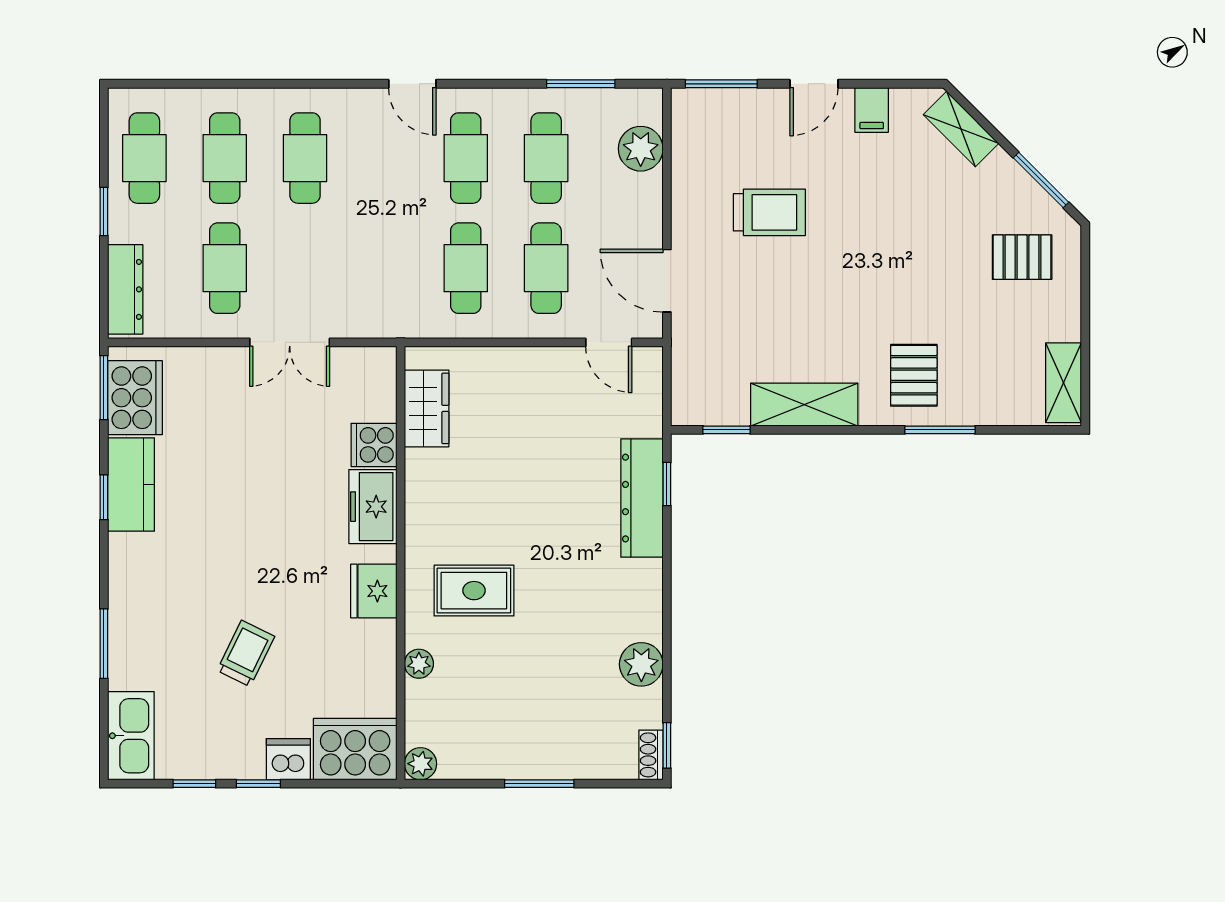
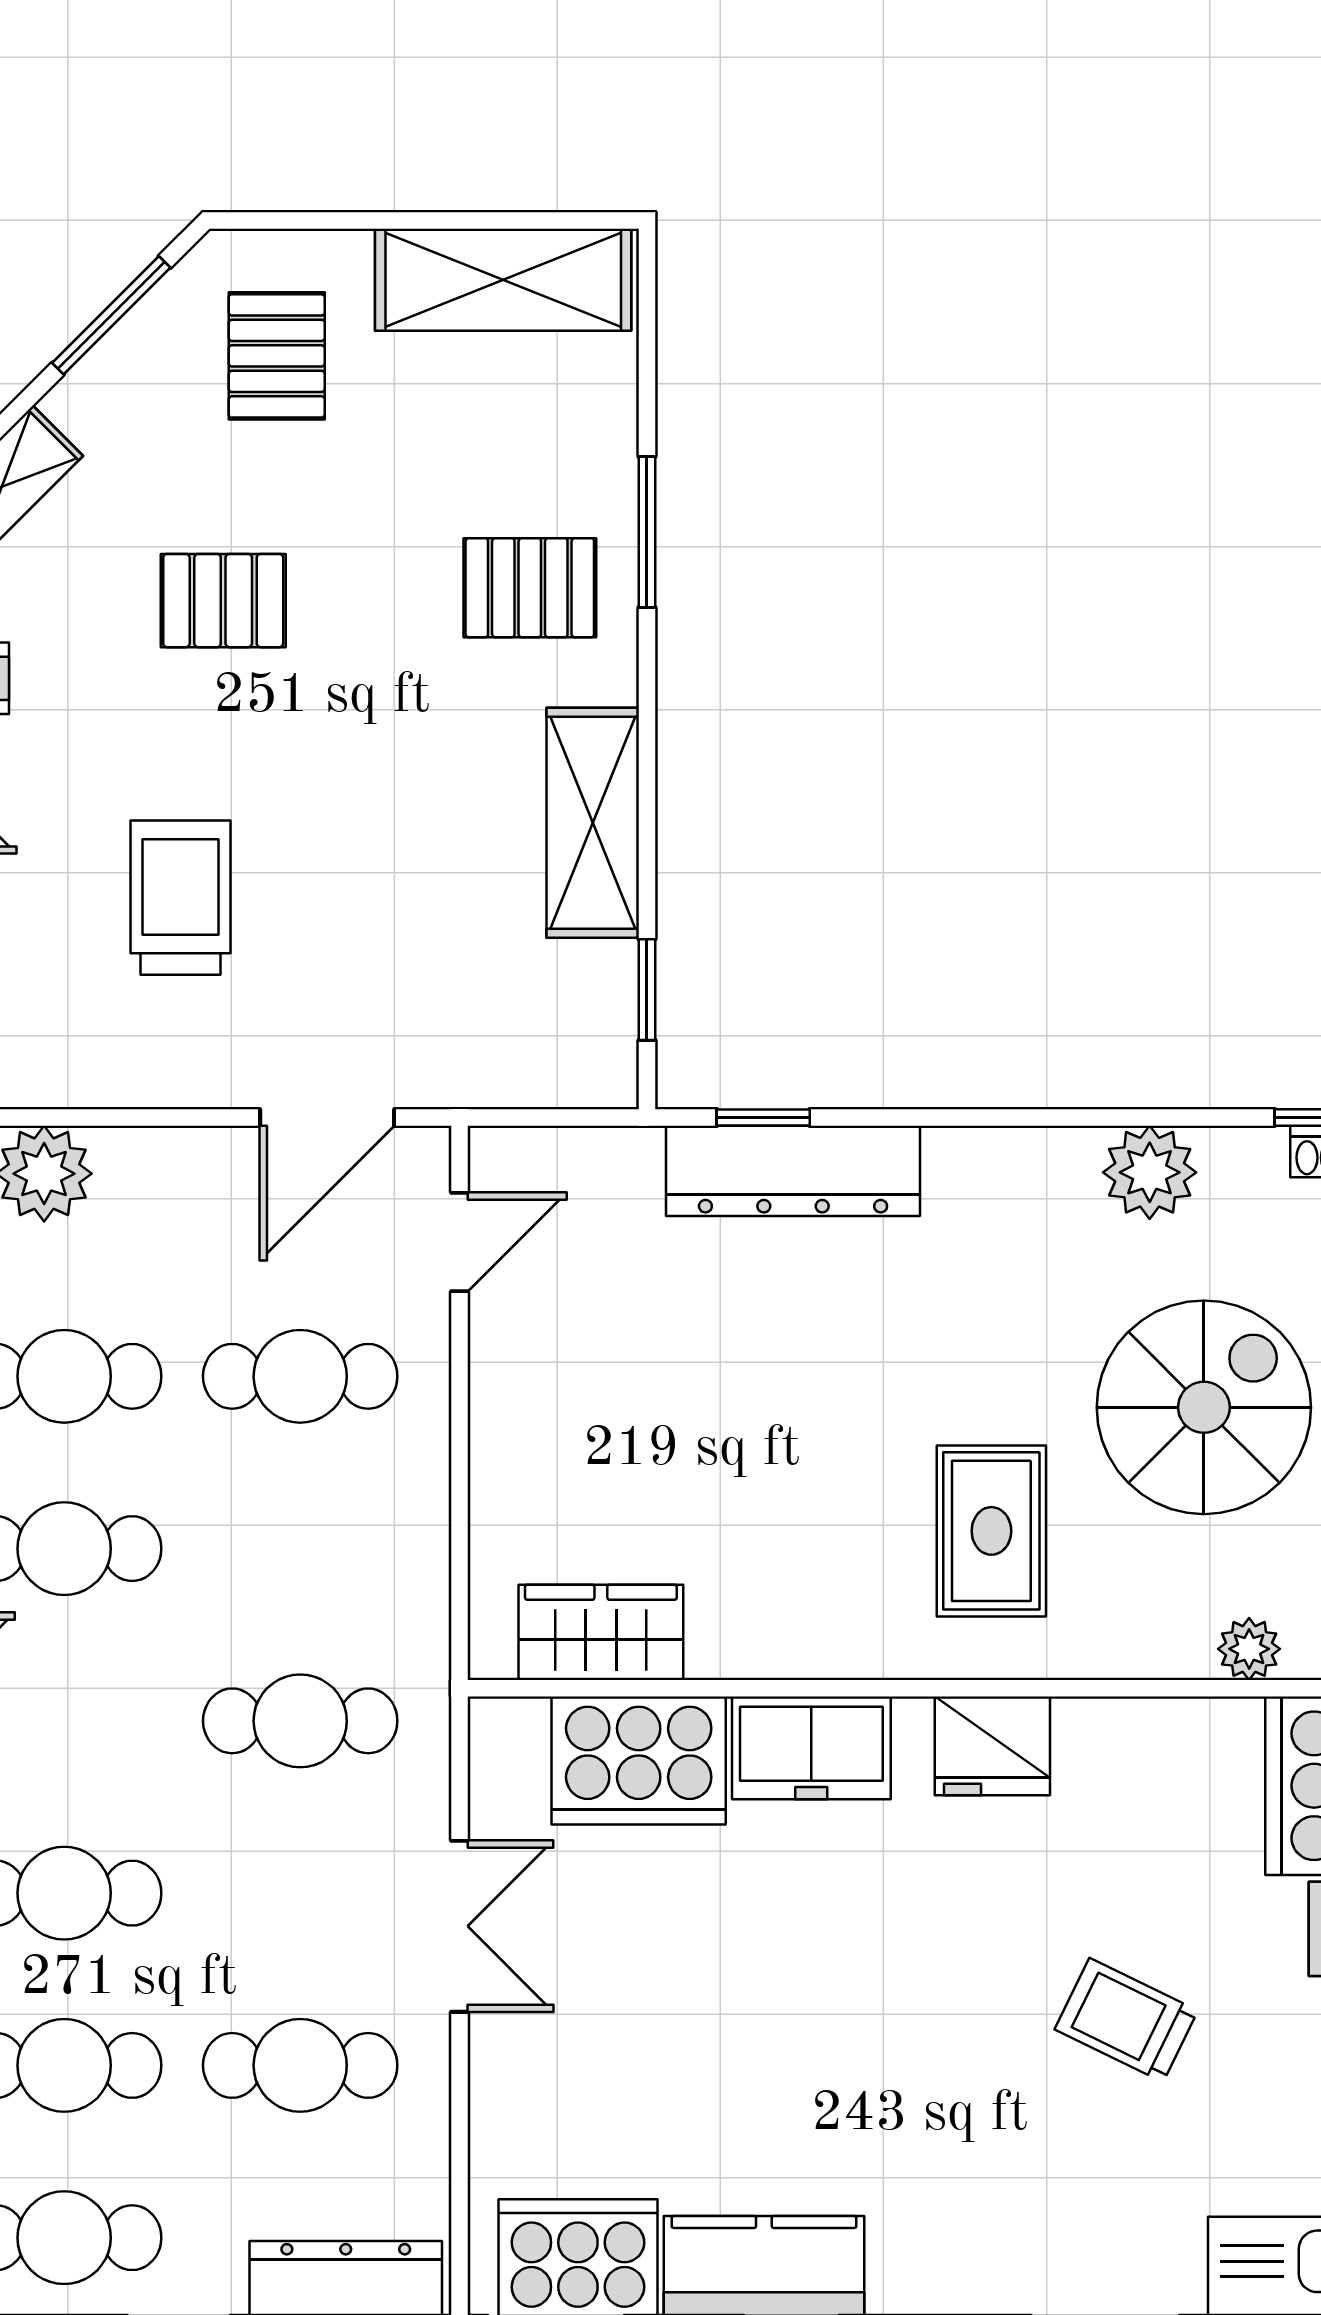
pallet: (908, 232) -> (223, 601), added
cafe table: (466, 268) -> (300, 1721), moved
shelving: (1064, 383) -> (503, 280), width x1.50, depth x1.33
cooker: (374, 445) -> (639, 1761), width x1.87, depth x1.31
plant: (419, 664) -> (1249, 1649), moved
spiral stairs: (532, 690) -> (1204, 1407), added

